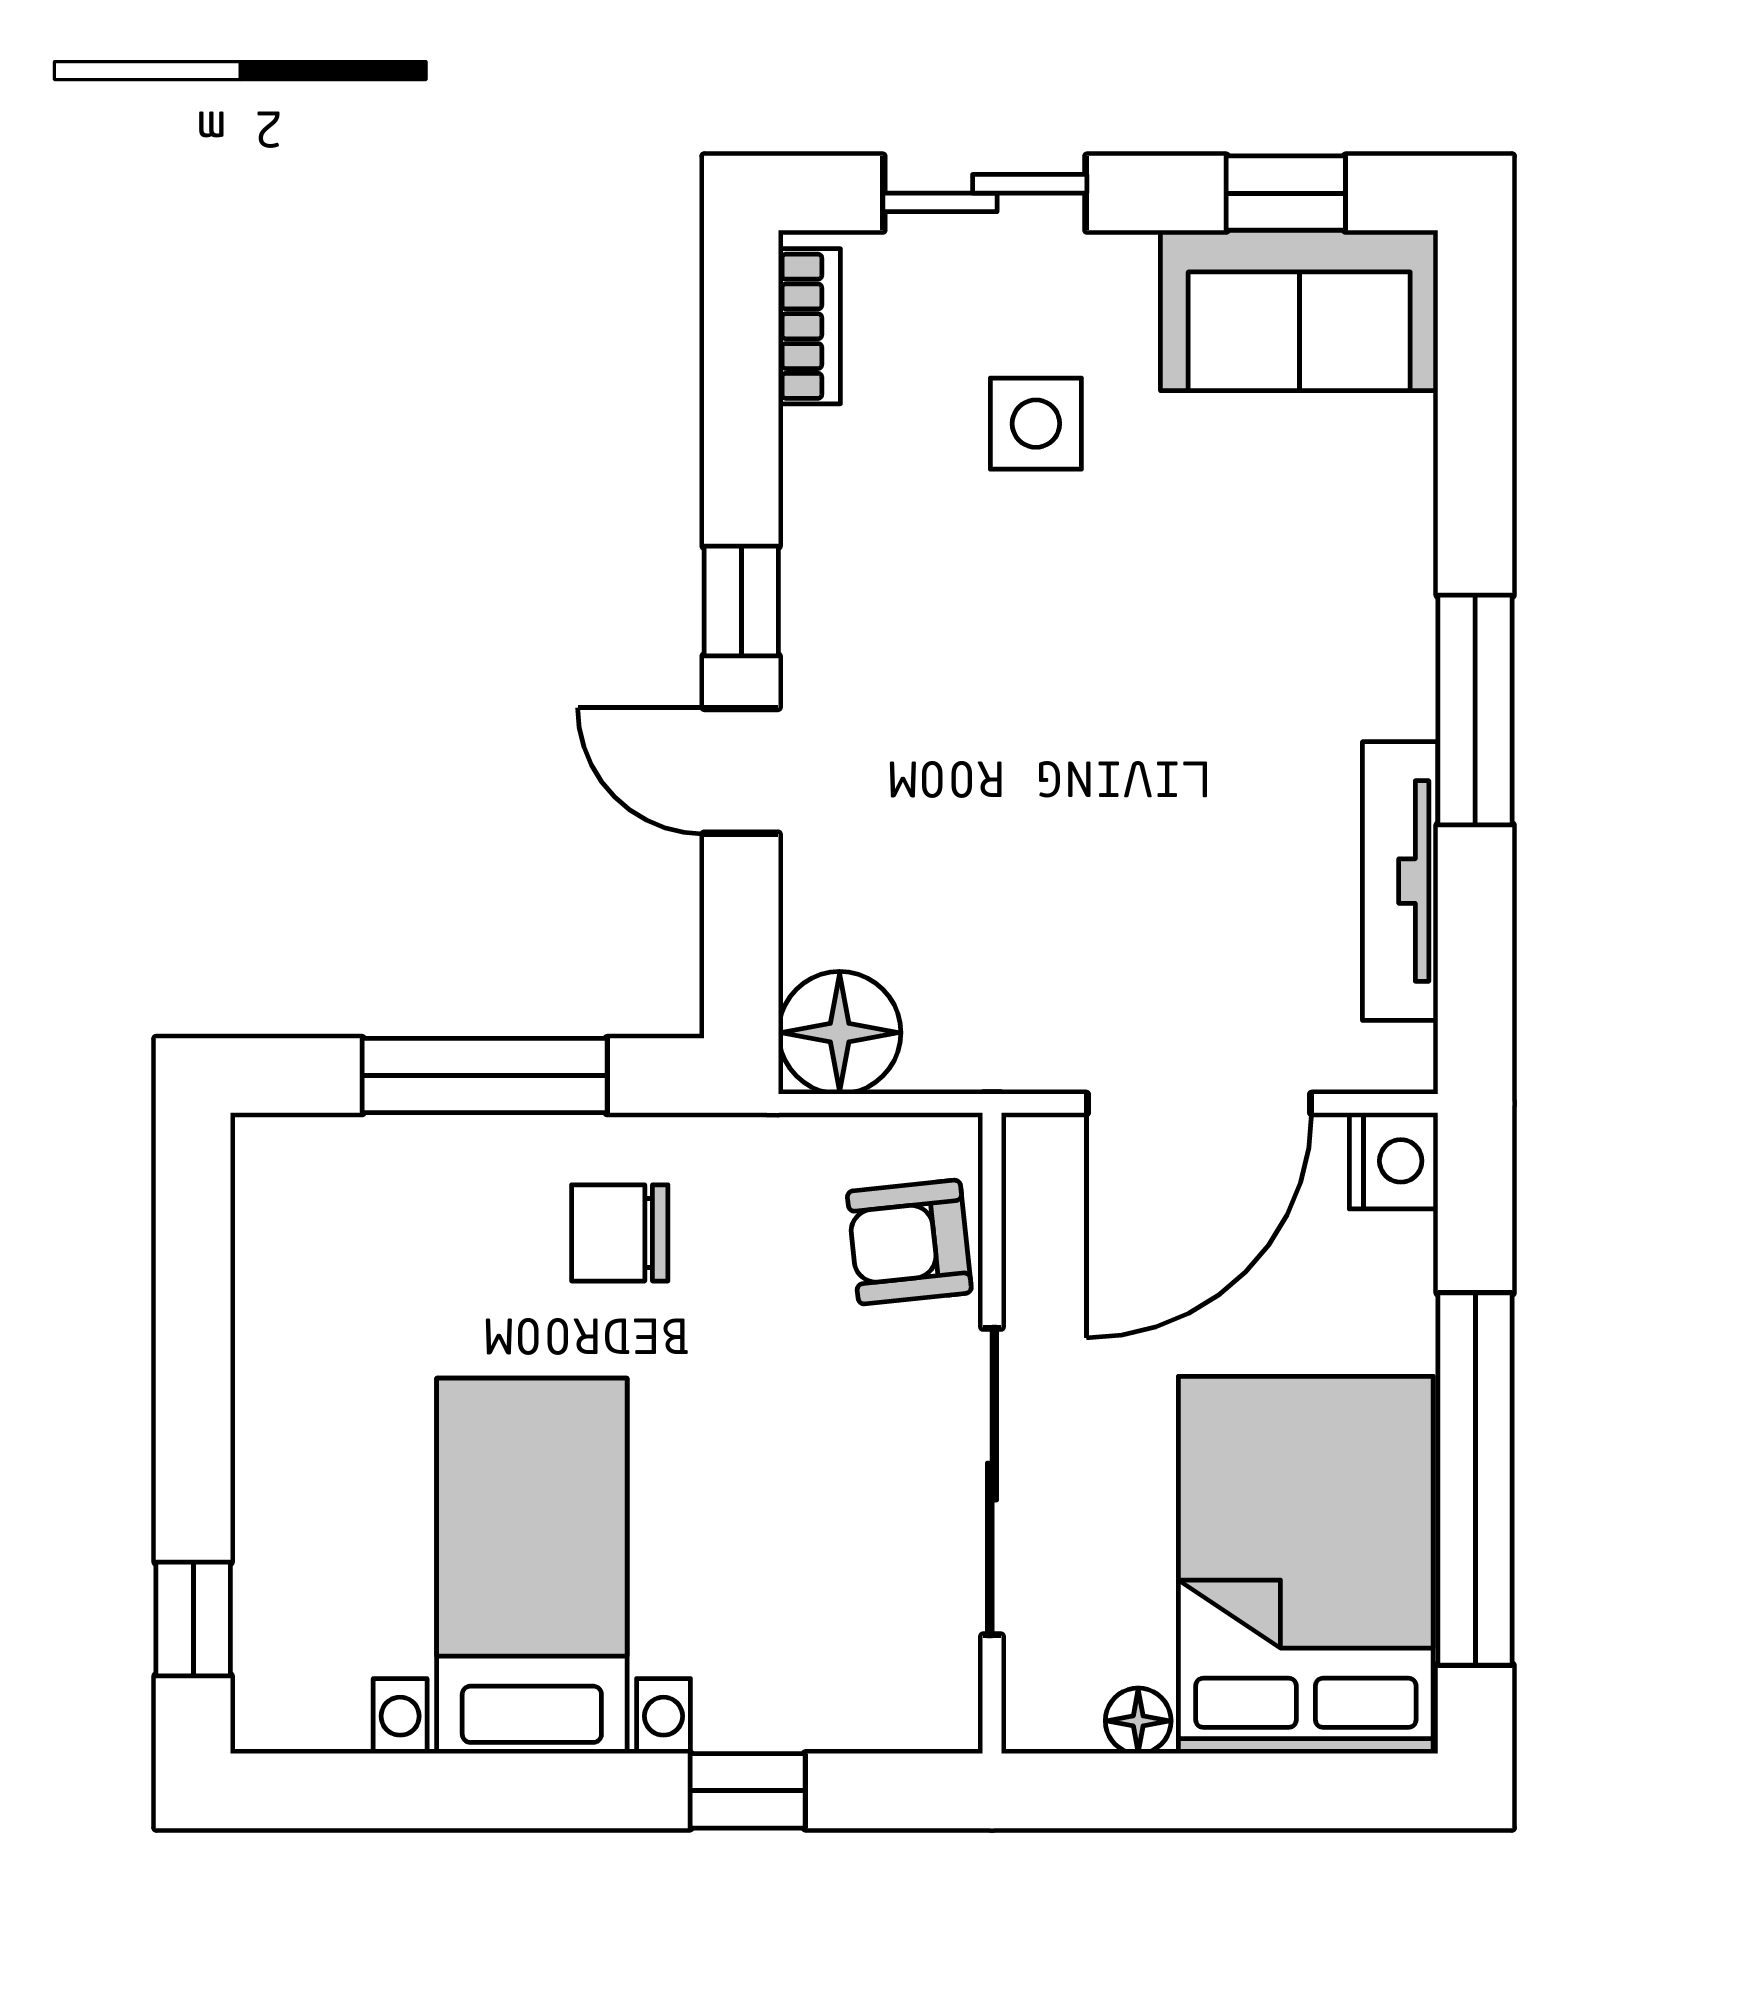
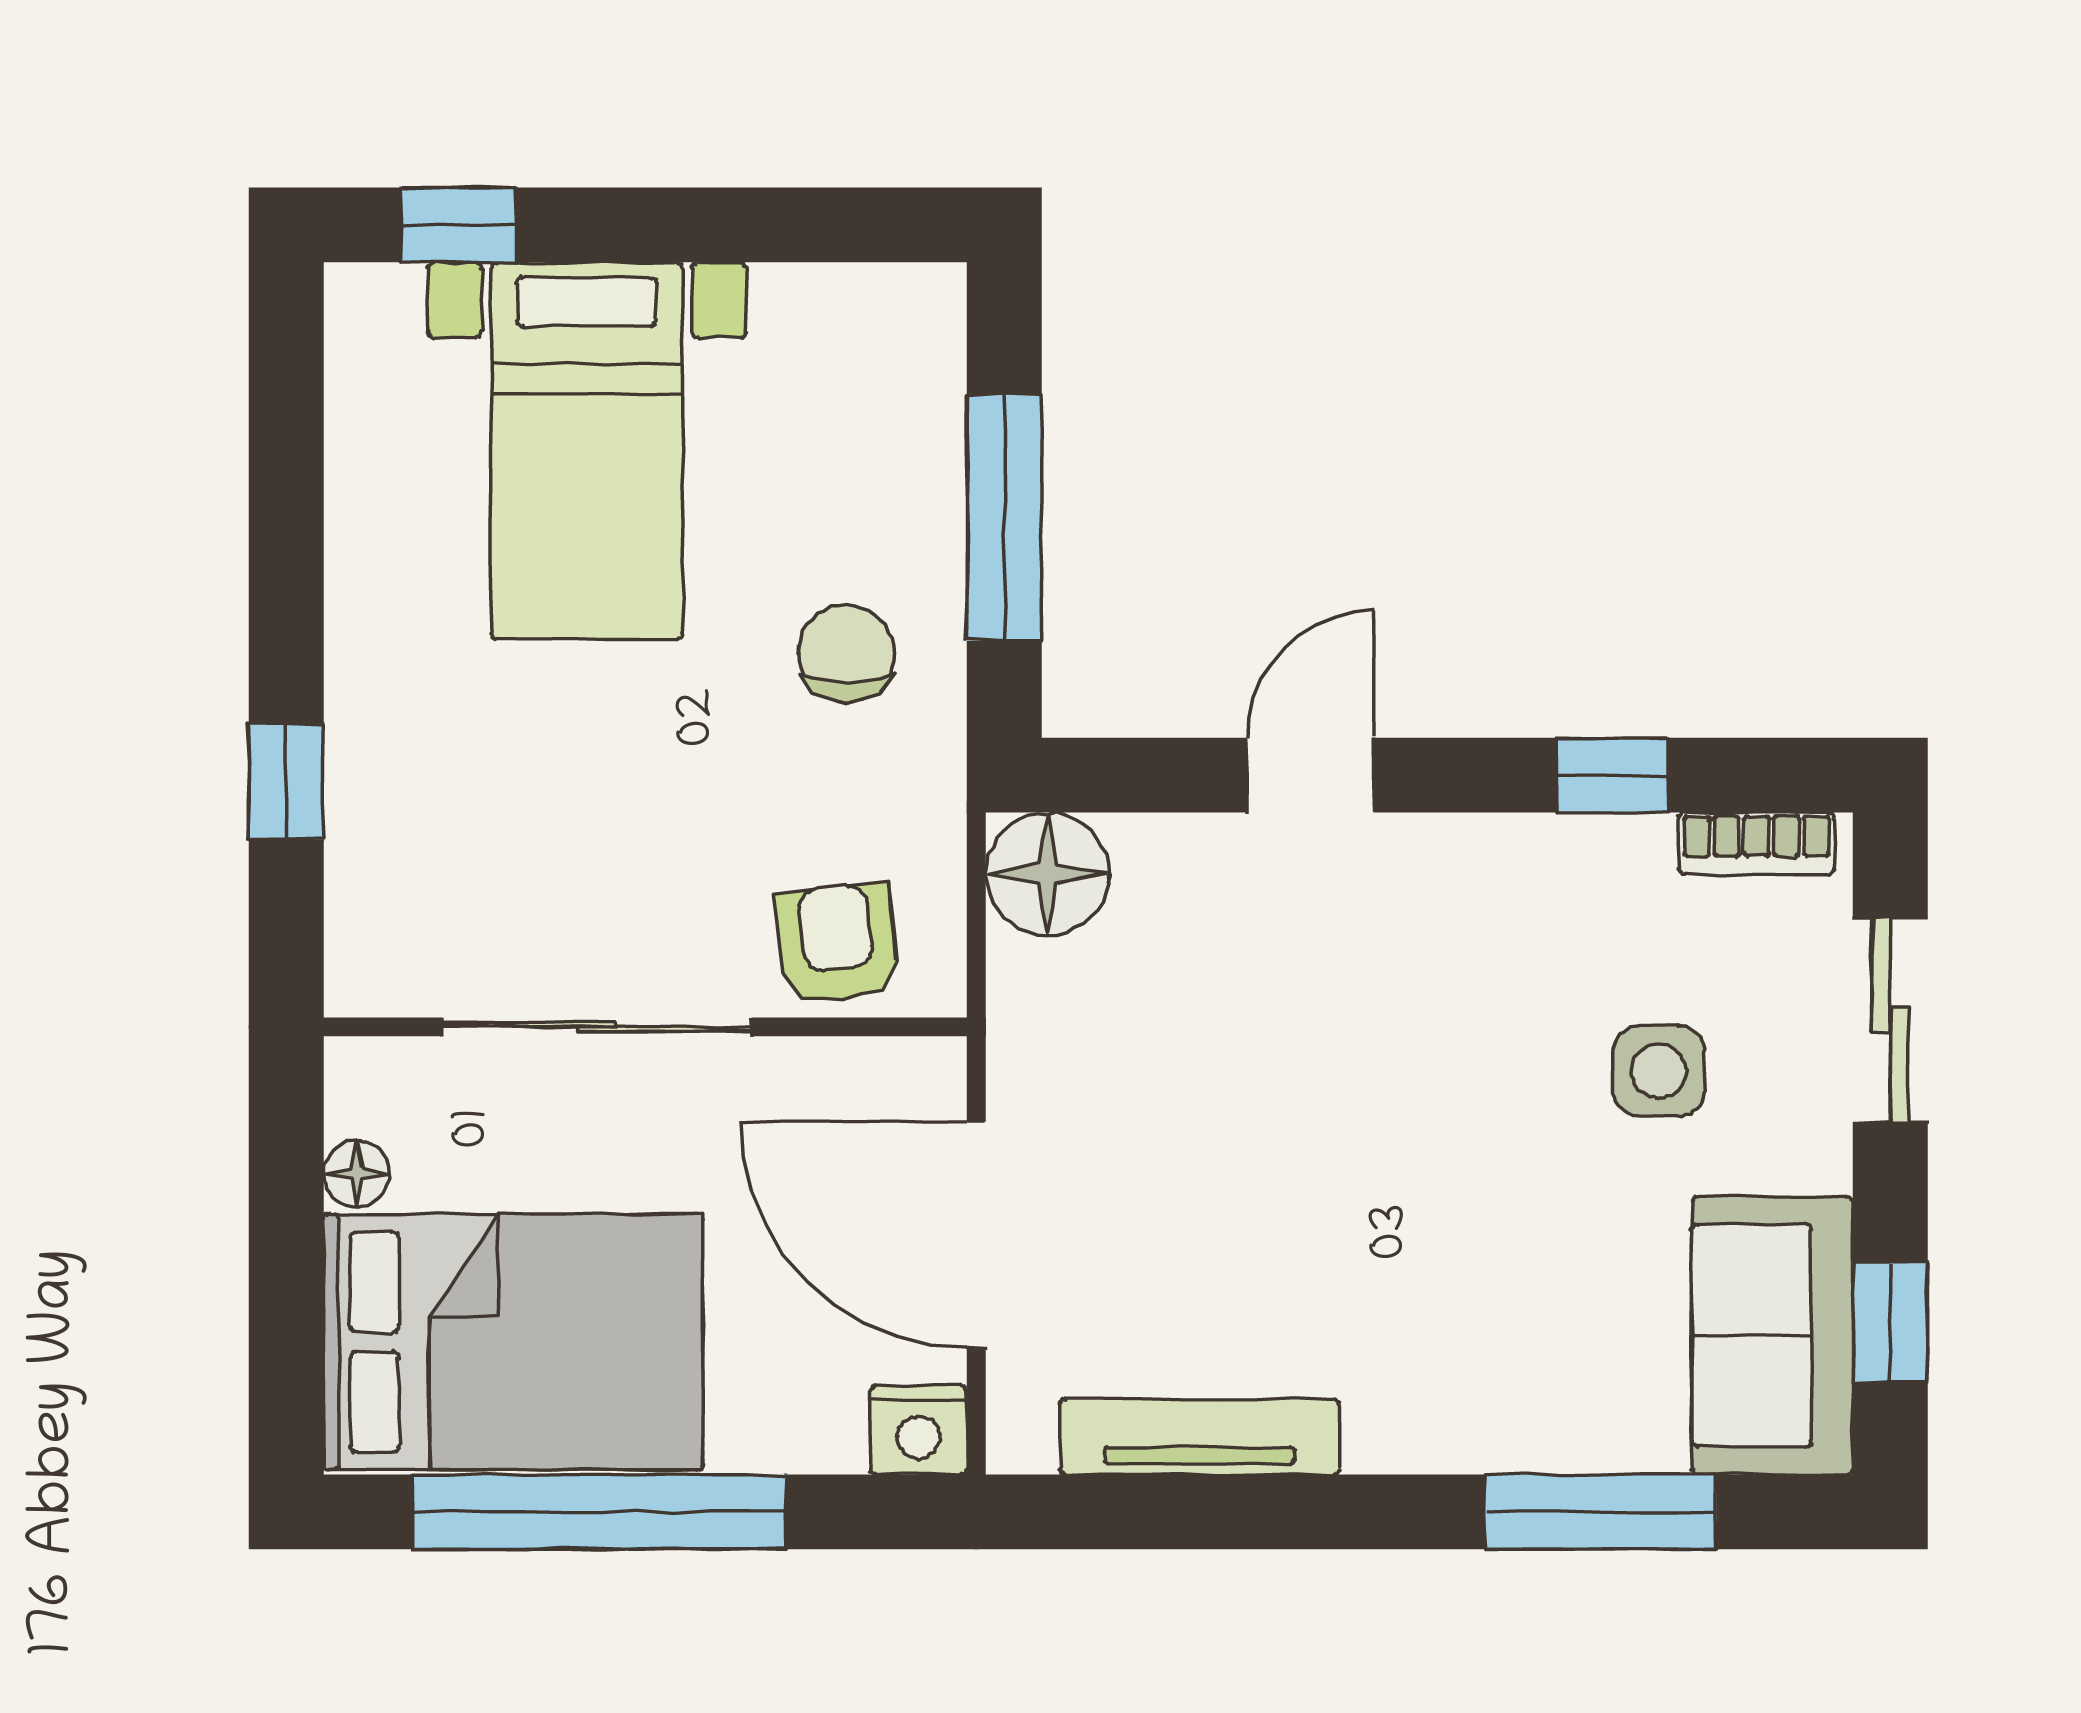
window: (741, 601) -> (1613, 775), moved
window: (1475, 710) -> (1601, 1512), moved
bed with nightstands: (532, 1566) -> (587, 451), moved, turned 90

